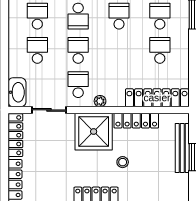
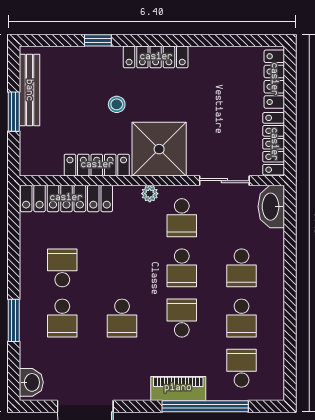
school desk: (160, 50) -> (62, 268), turned 180
bench: (182, 148) -> (29, 90), moved

